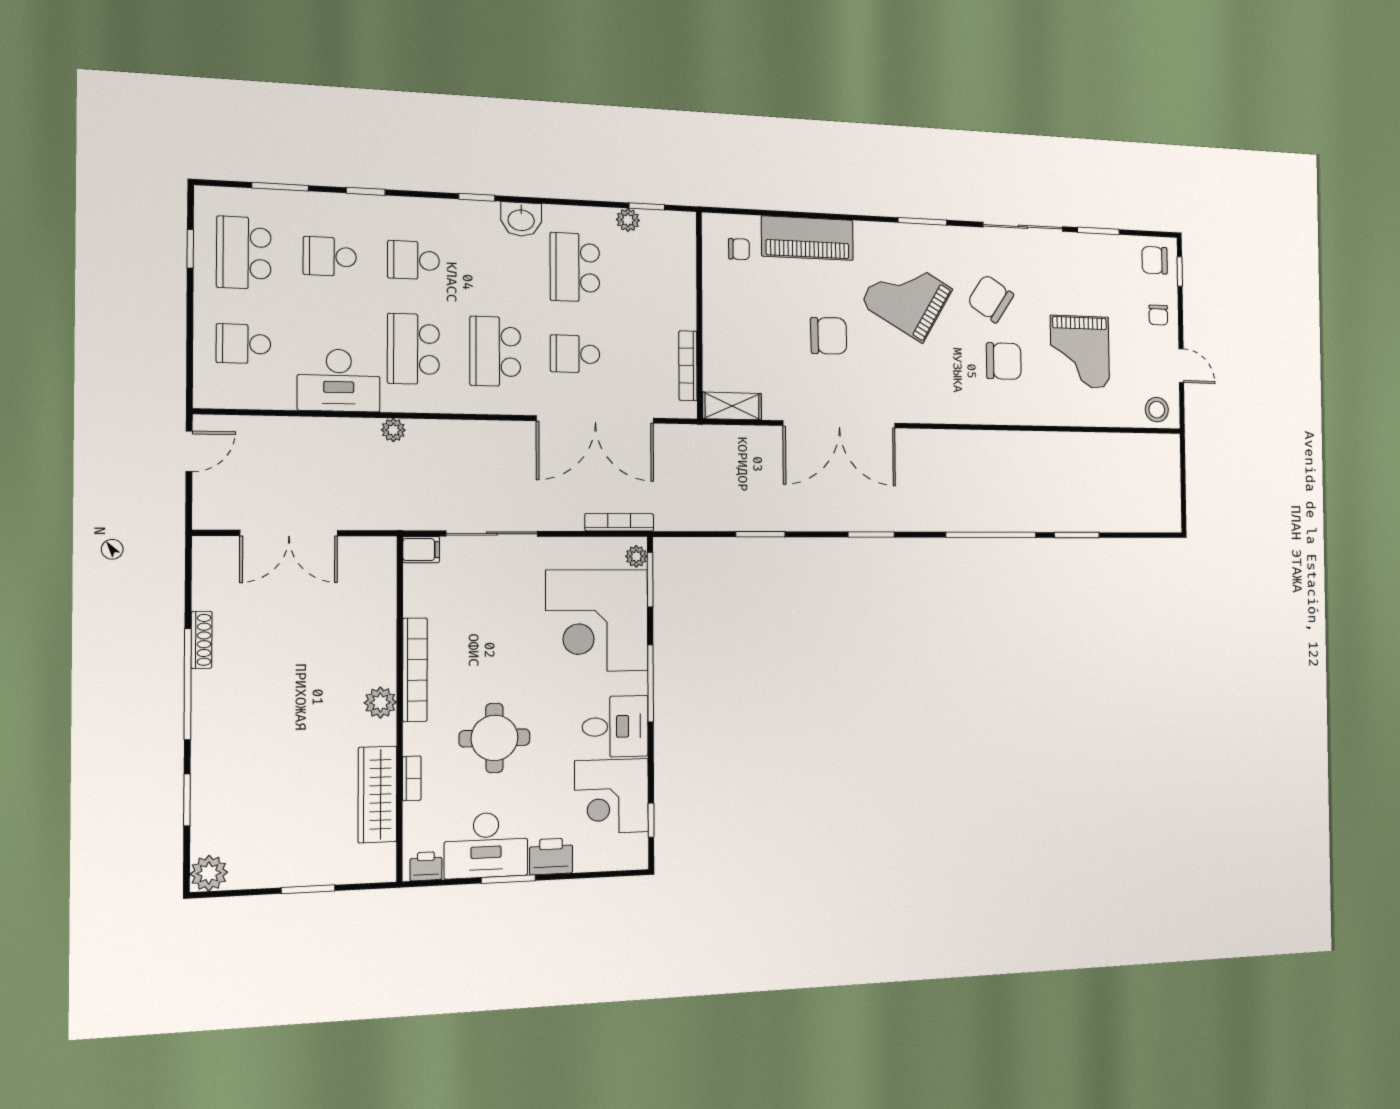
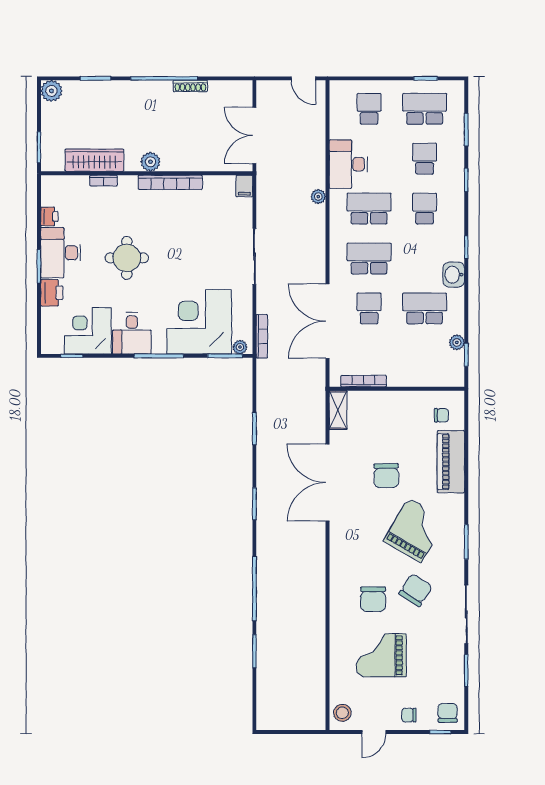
chair: (739, 249) -> (441, 415), turned -90
filing cabinet: (421, 550) -> (244, 186), moved
bookcase: (415, 670) -> (170, 182), moved
plant: (380, 703) -> (150, 162), moved
wall: (400, 708) -> (147, 173), moved
bookcase: (412, 778) -> (104, 181), moved
wardrobe: (377, 795) -> (94, 160), moved

